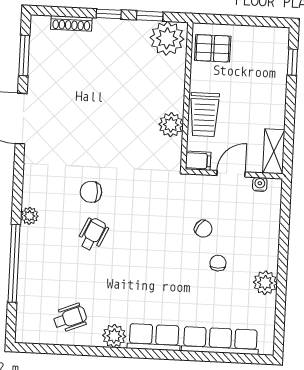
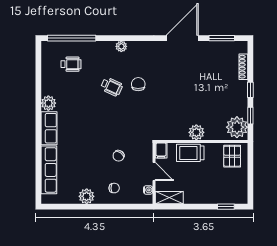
plant: (171, 125) -> (196, 132), moved
window: (14, 263) -> (72, 38), moved
chair: (218, 263) -> (114, 188), moved
wheelchair: (70, 318) -> (71, 64), moved, turned -68

